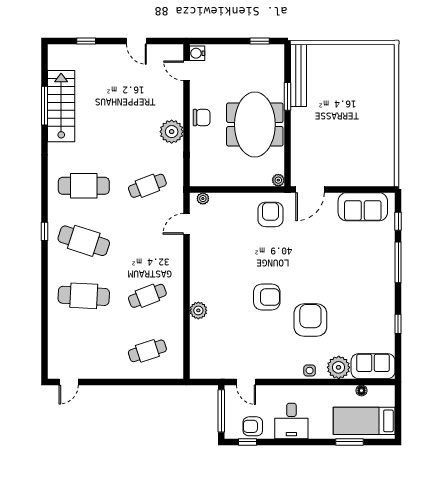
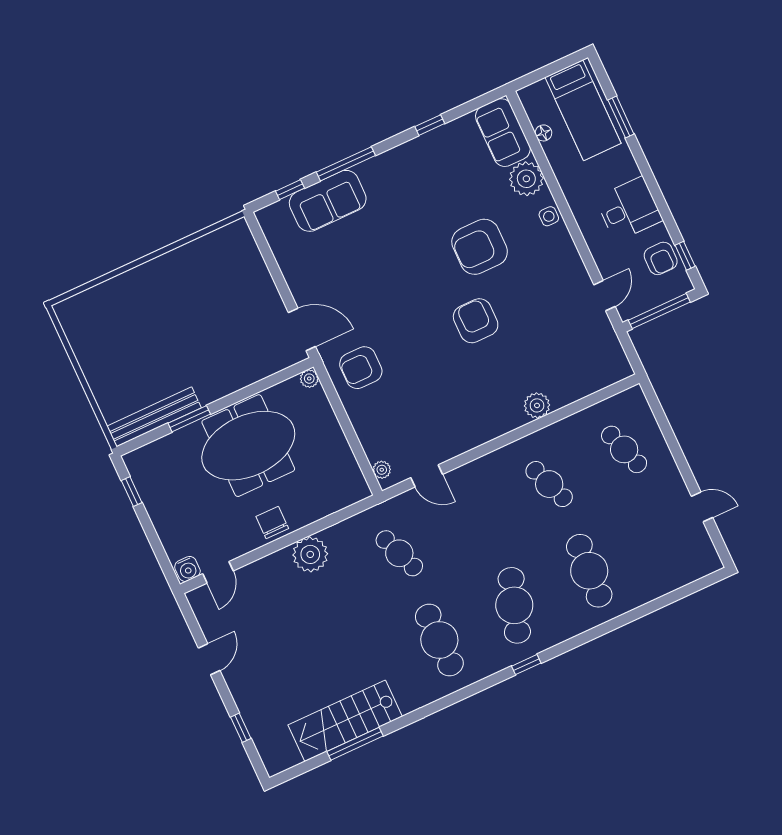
sofa: (363, 207) -> (328, 201), moved, turned 90
door: (69, 382) -> (702, 507), moved

